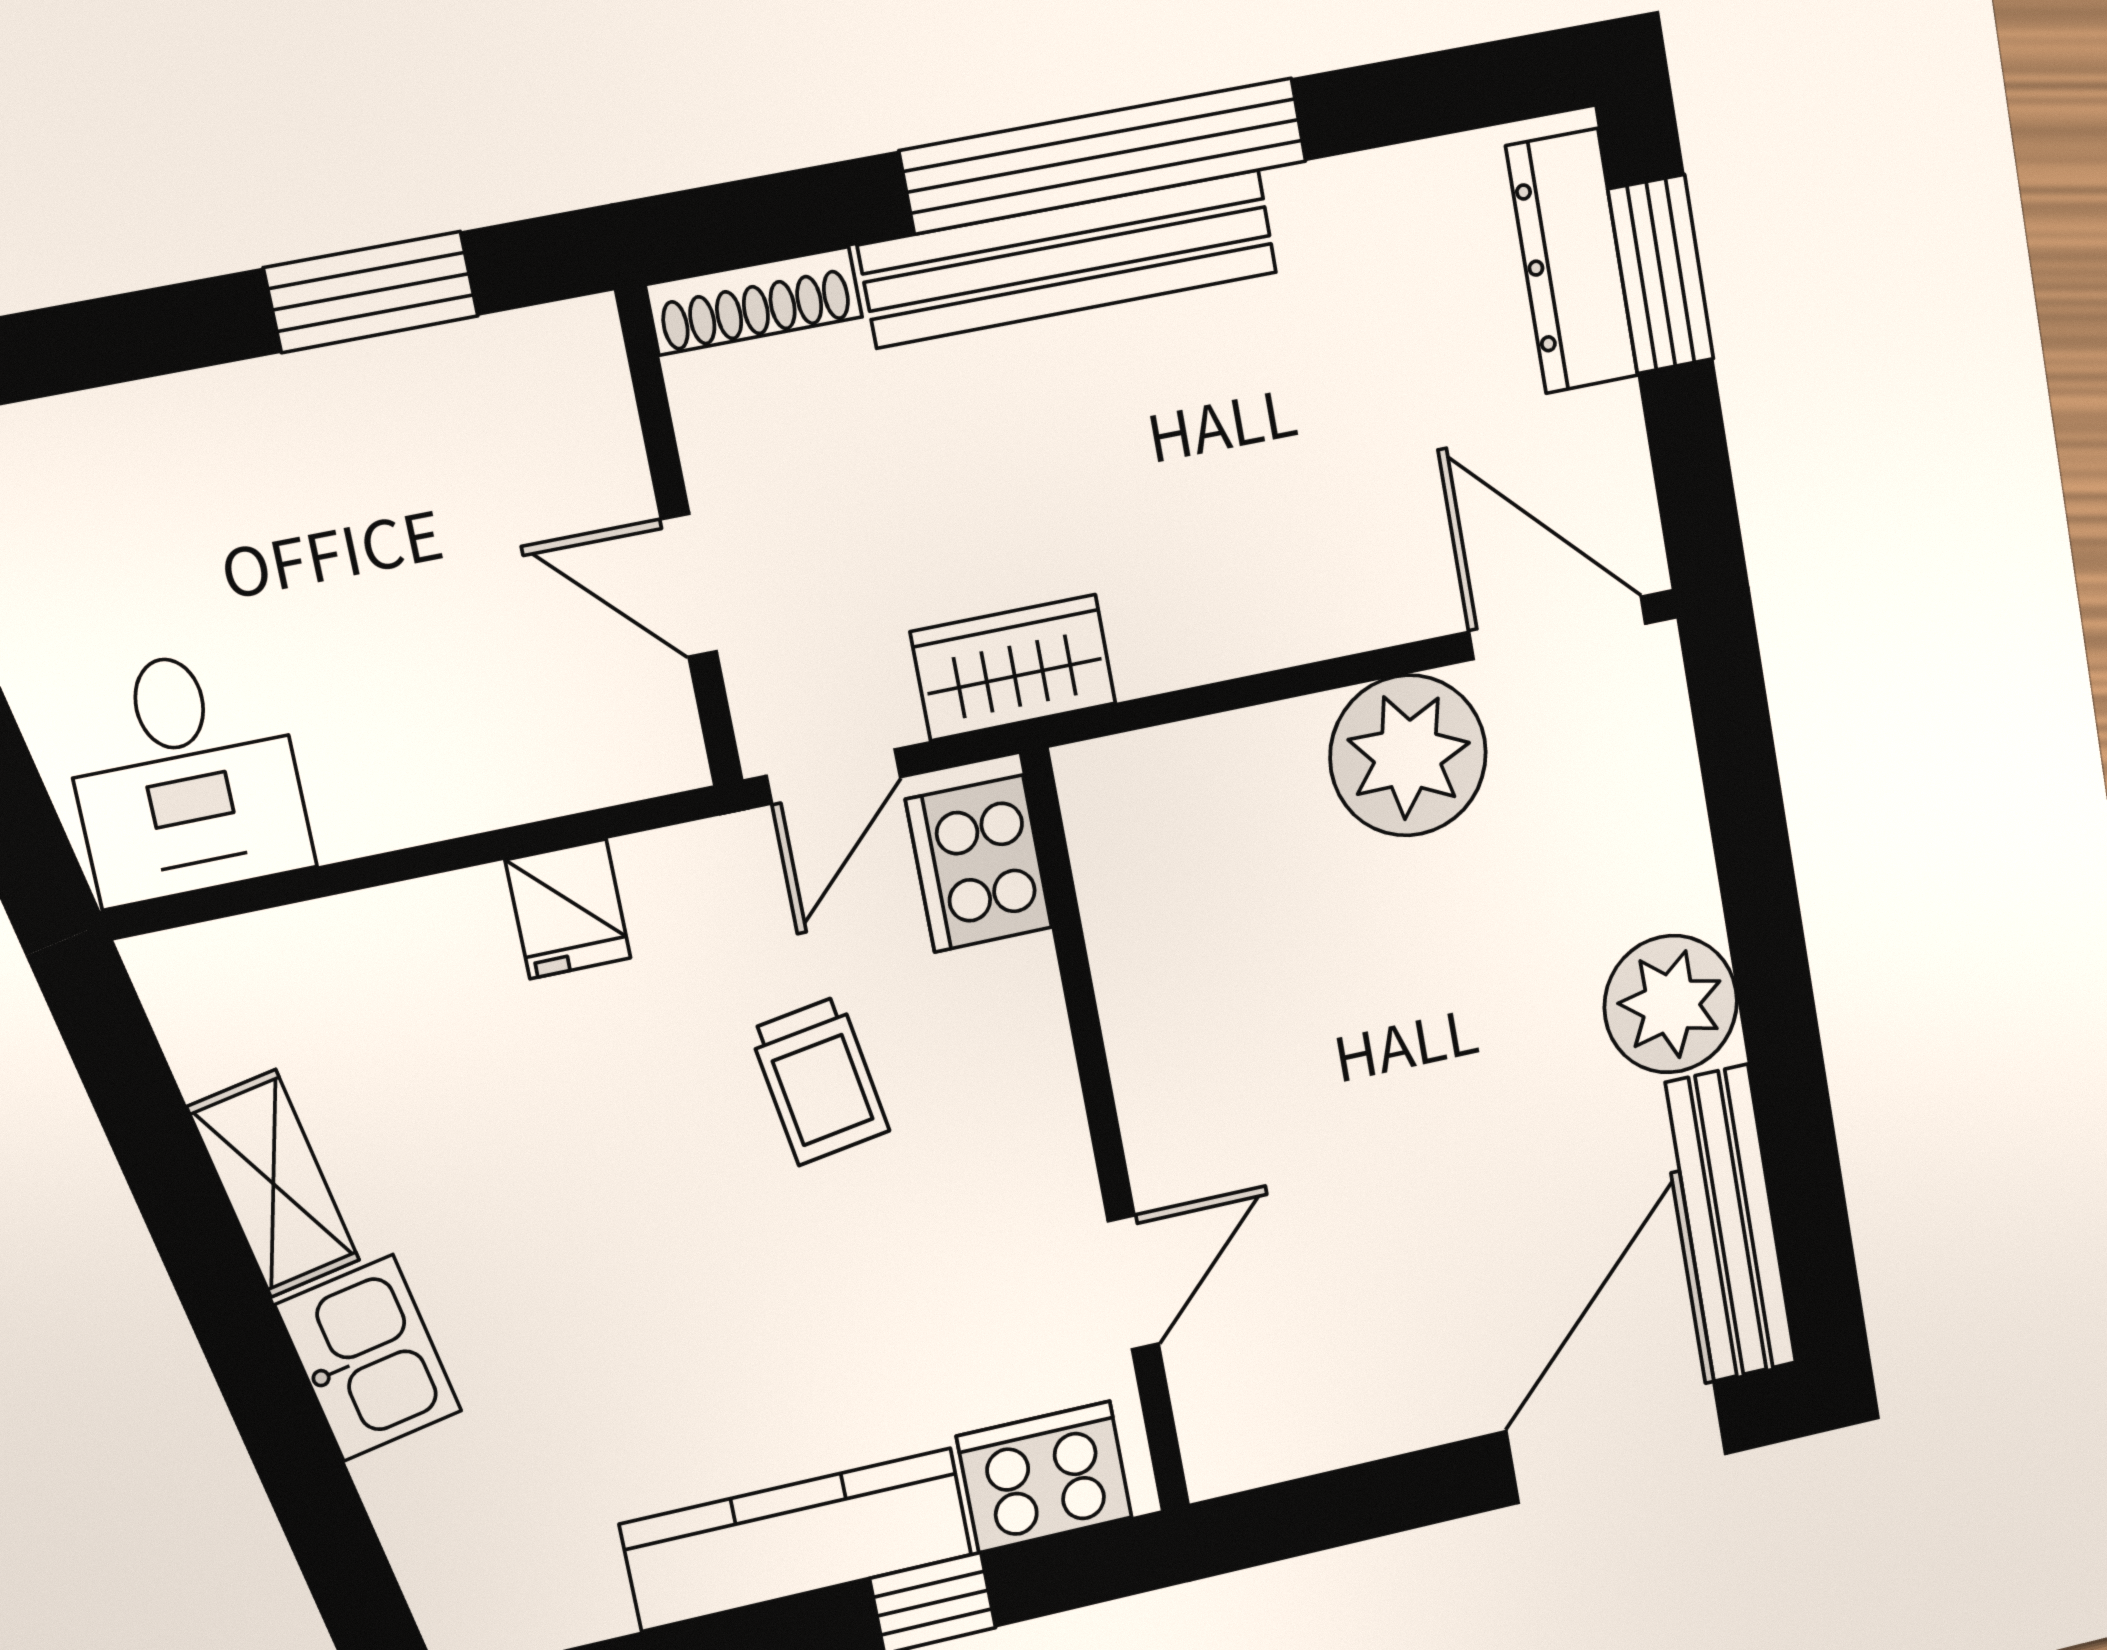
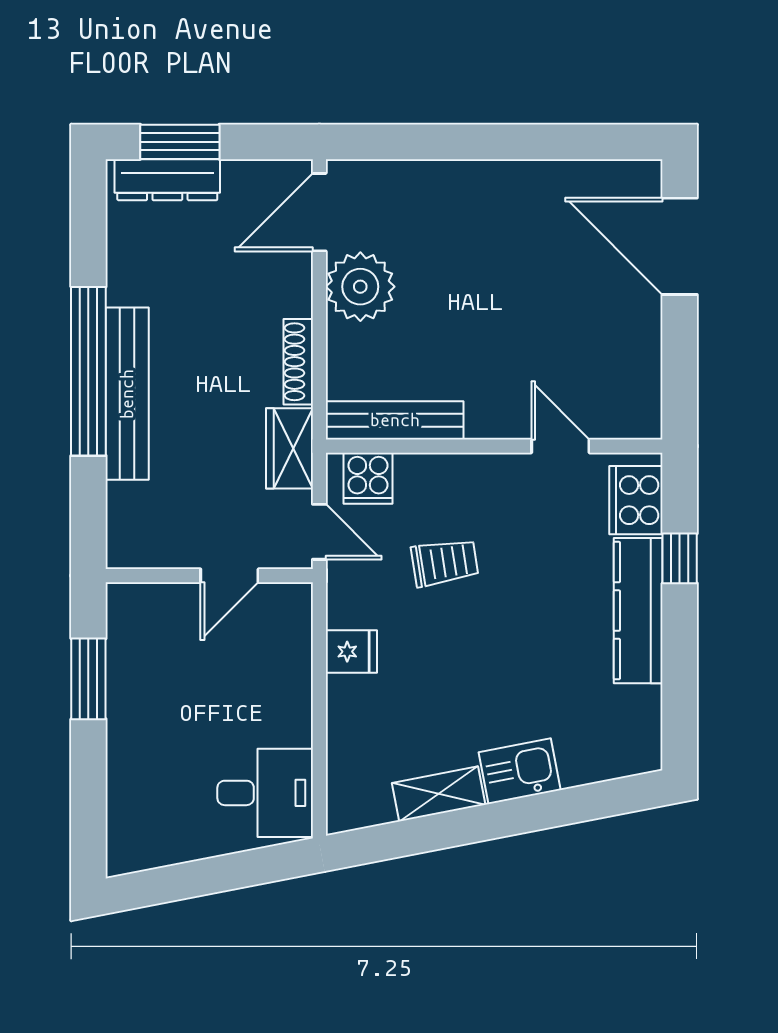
shoe rack: (754, 301) -> (298, 362), moved, turned 180
cooker: (979, 864) -> (368, 478), width x0.73
plant: (1671, 1004) -> (491, 189), removed
bench: (1731, 1223) -> (395, 420), moved

